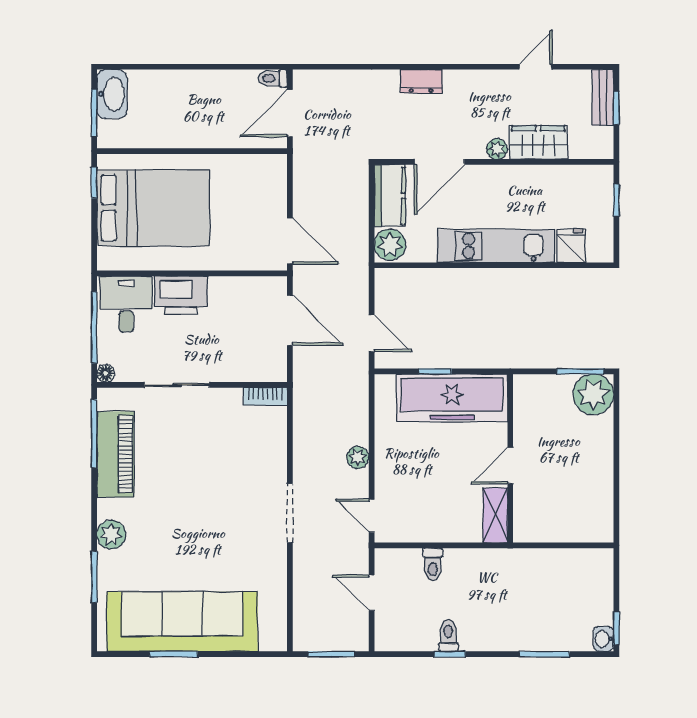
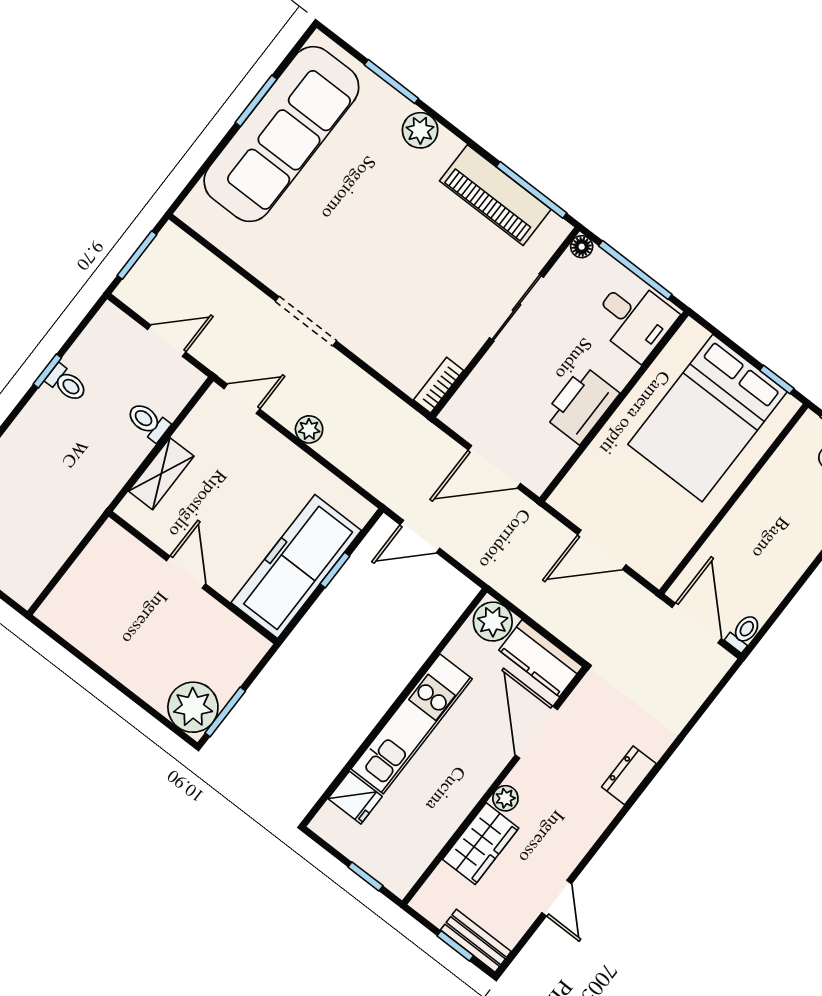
door: (290, 241) -> (602, 550), moved
printer: (181, 295) -> (581, 405), moved
shelving: (495, 515) -> (161, 474), moved, turned 90

